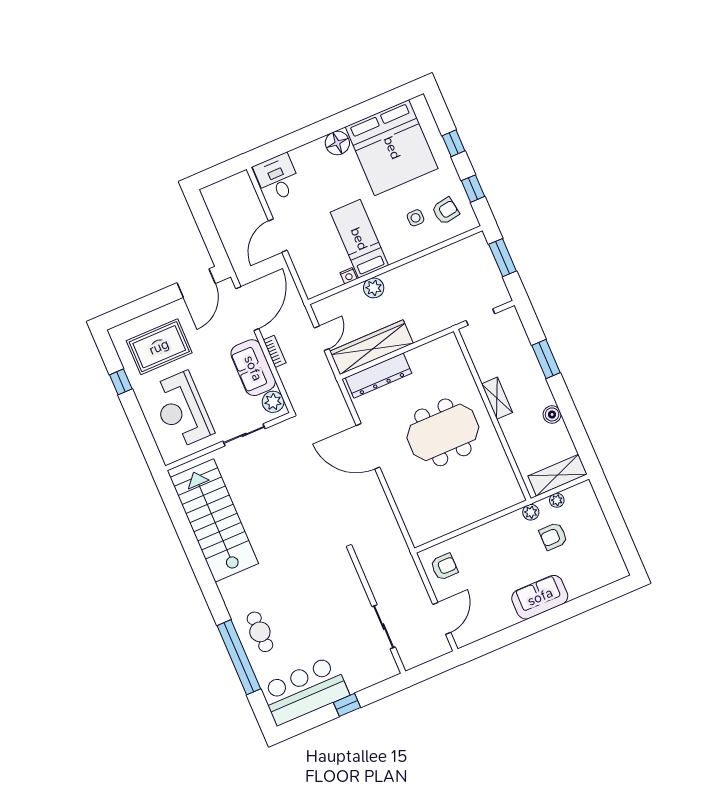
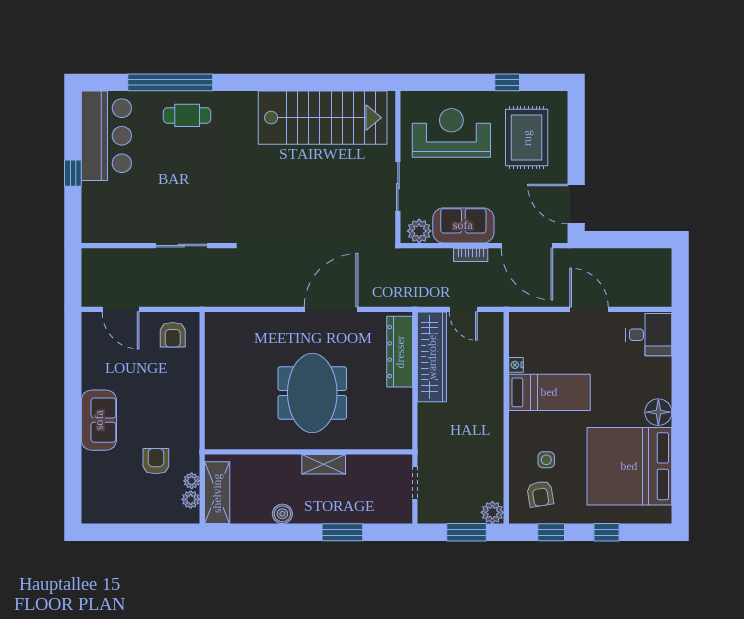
plant: (374, 288) -> (492, 512), moved
plant: (531, 512) -> (191, 499), moved
sliding door: (384, 627) -> (181, 246), moved

